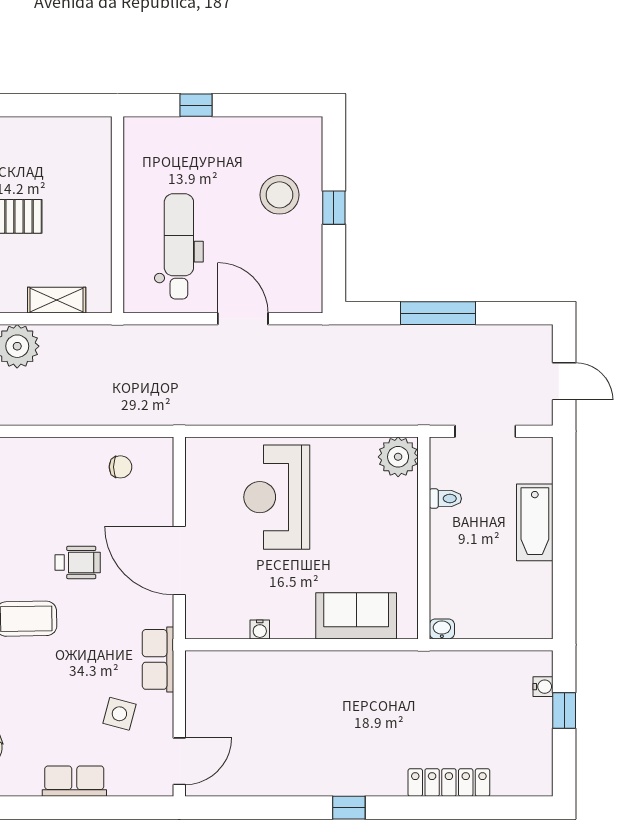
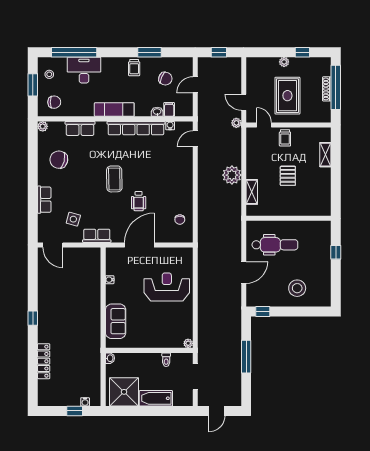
window: (334, 208) -> (263, 312), moved
plant: (398, 457) -> (188, 343), width x0.53, depth x0.53
shower: (520, 596) -> (124, 392), added

